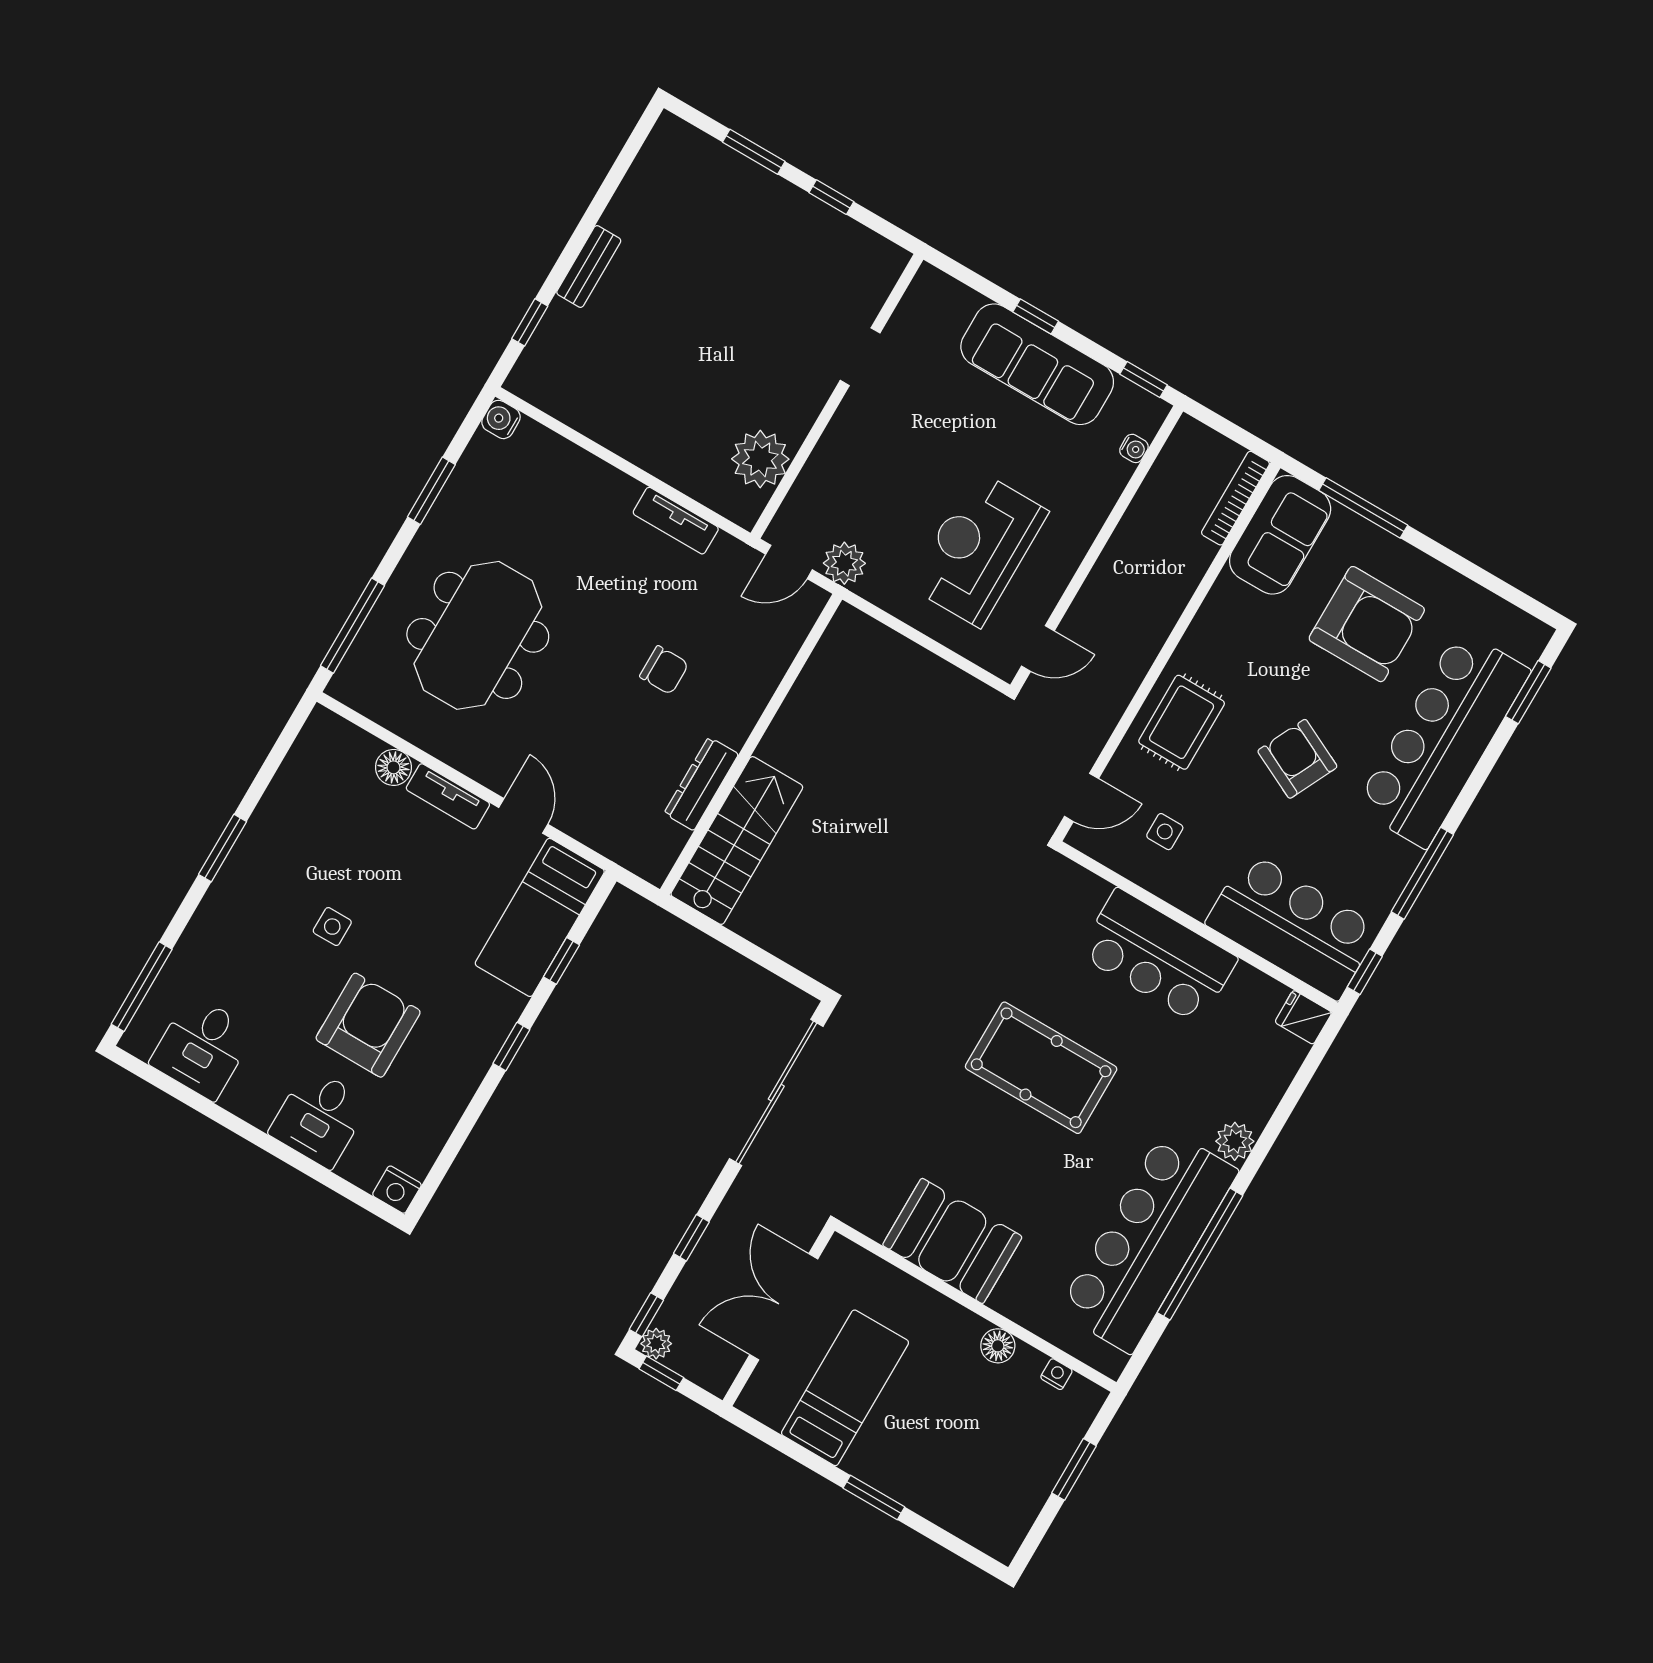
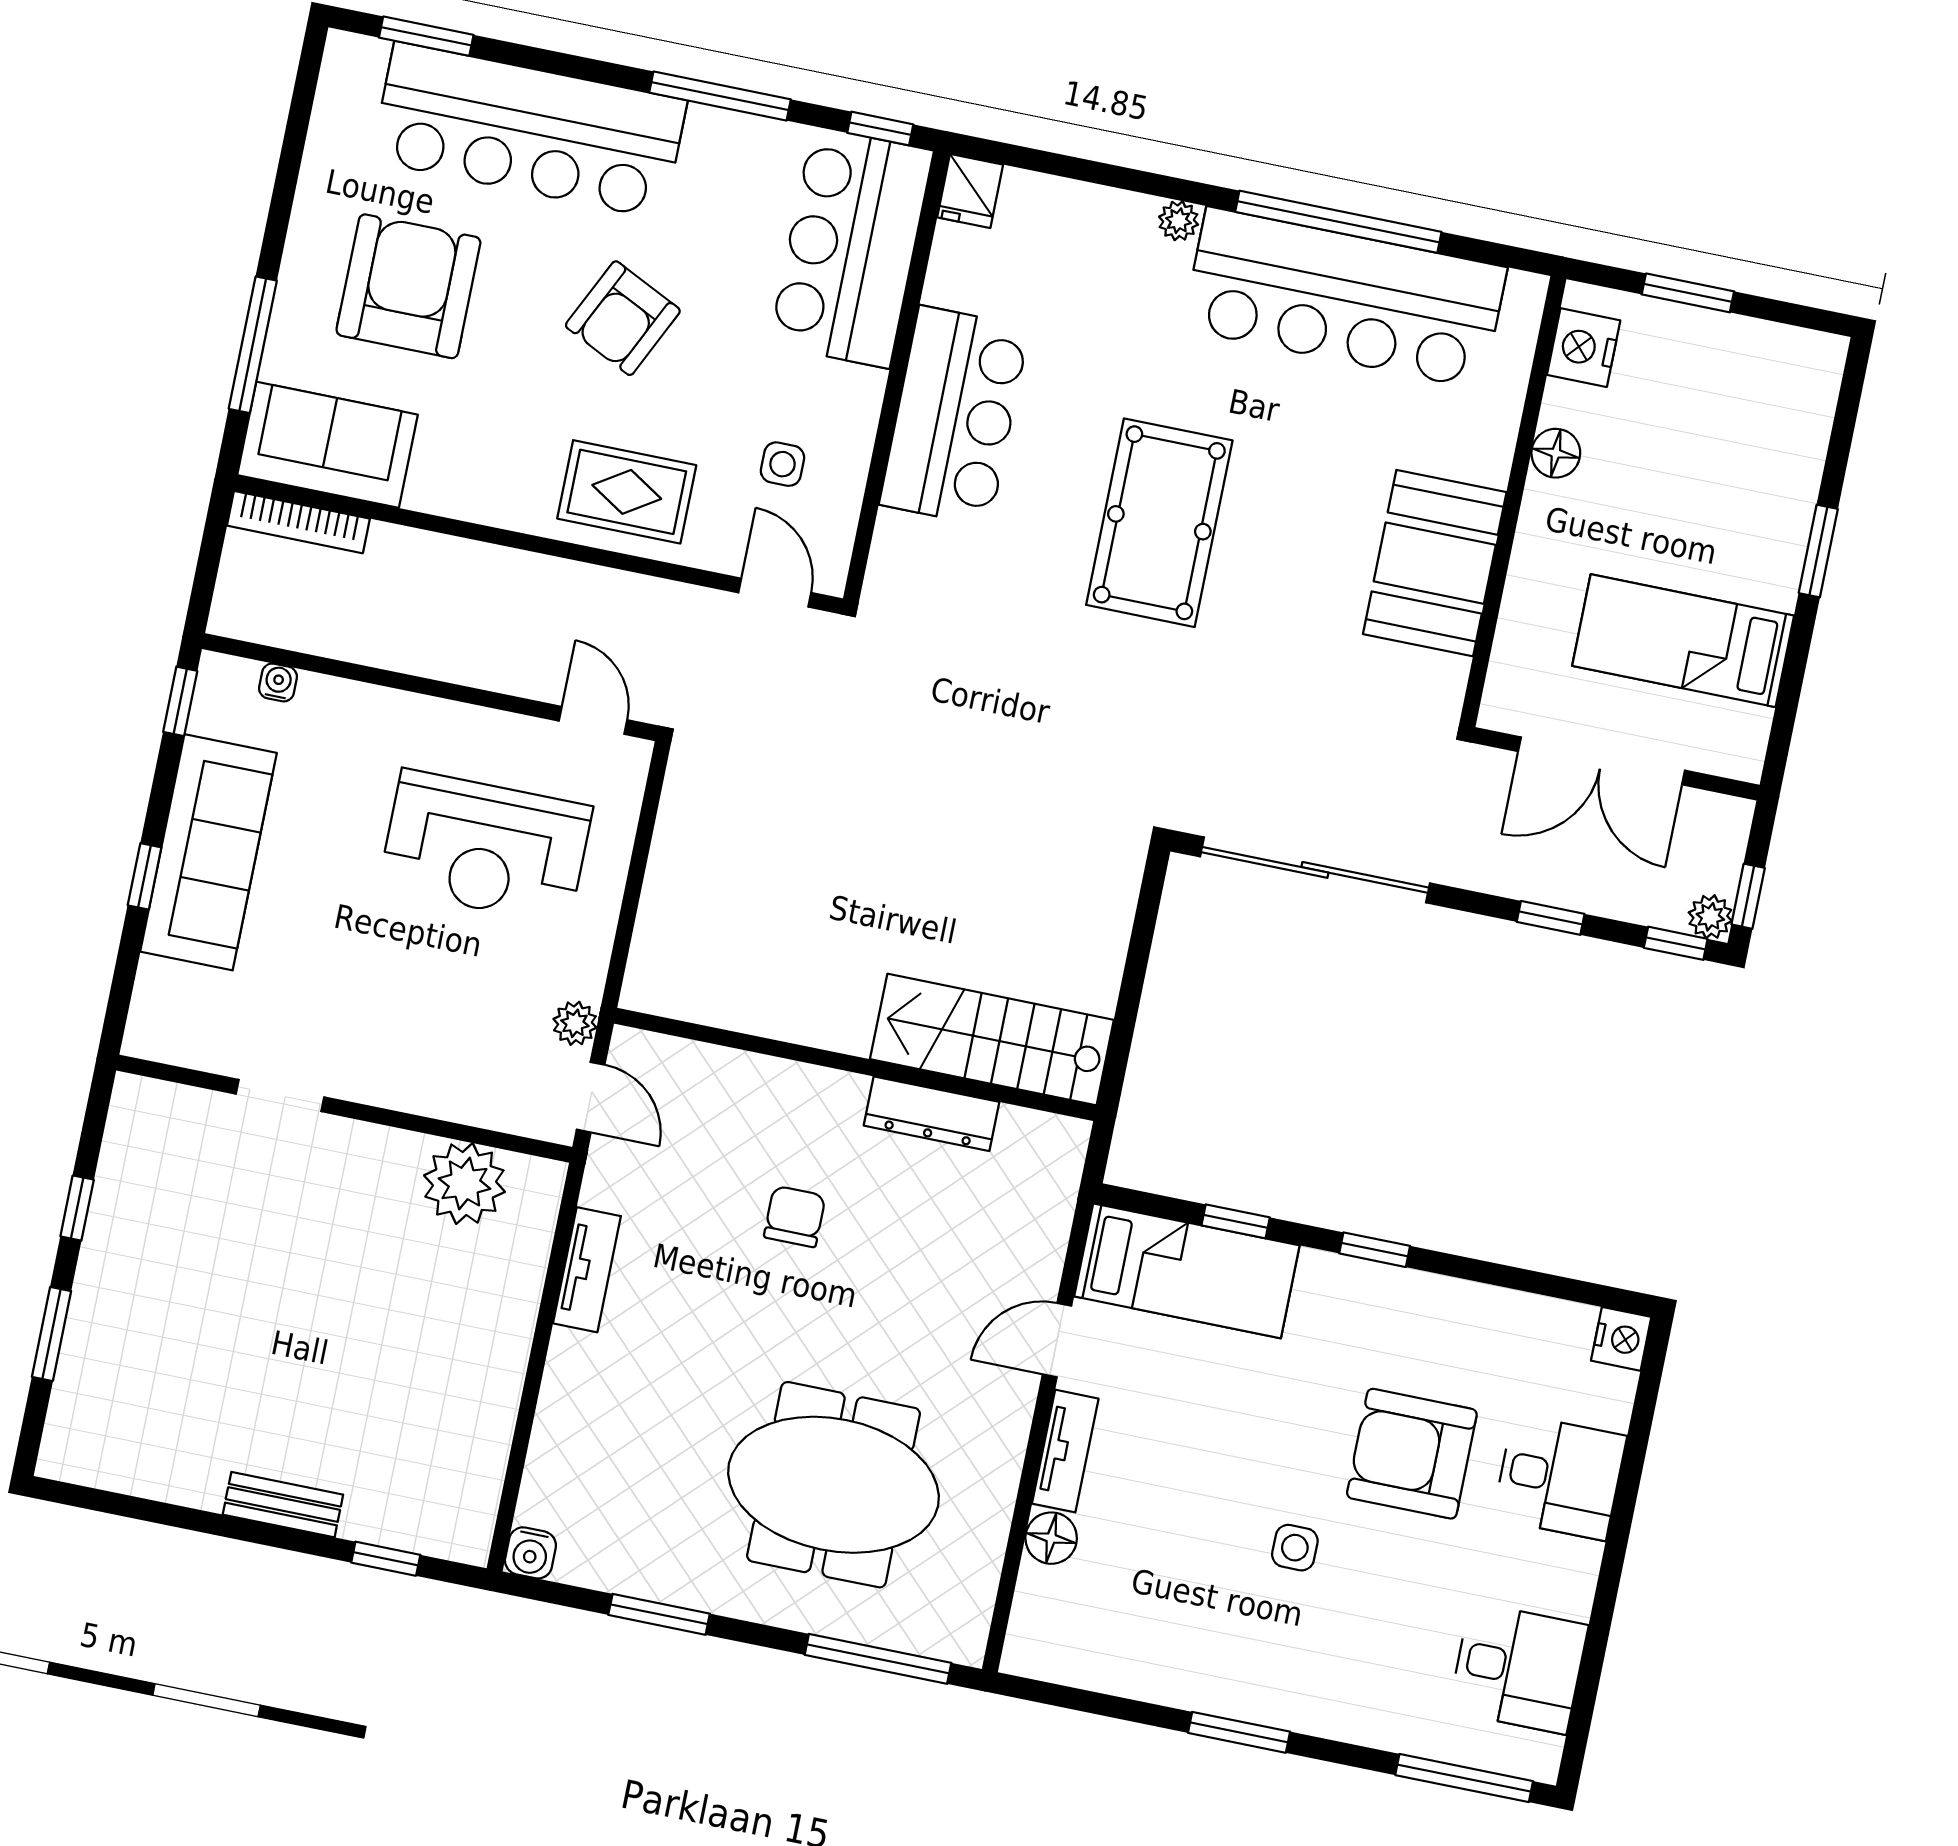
plant: (844, 563) -> (575, 1023), width x0.73, depth x0.73
plant: (1235, 1141) -> (1179, 221), width x0.73, depth x0.73
nightstand: (1056, 1374) -> (1584, 348), width x1.89, depth x1.79

